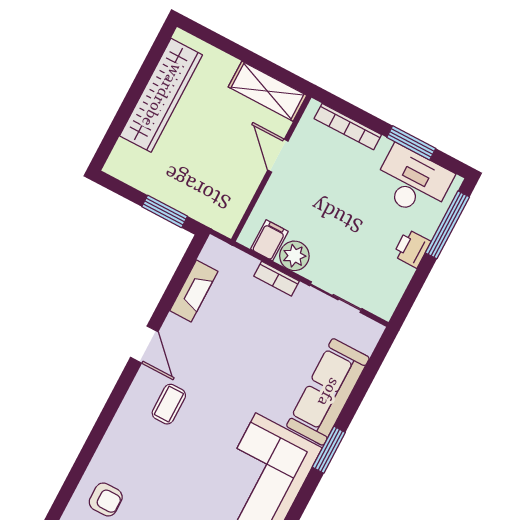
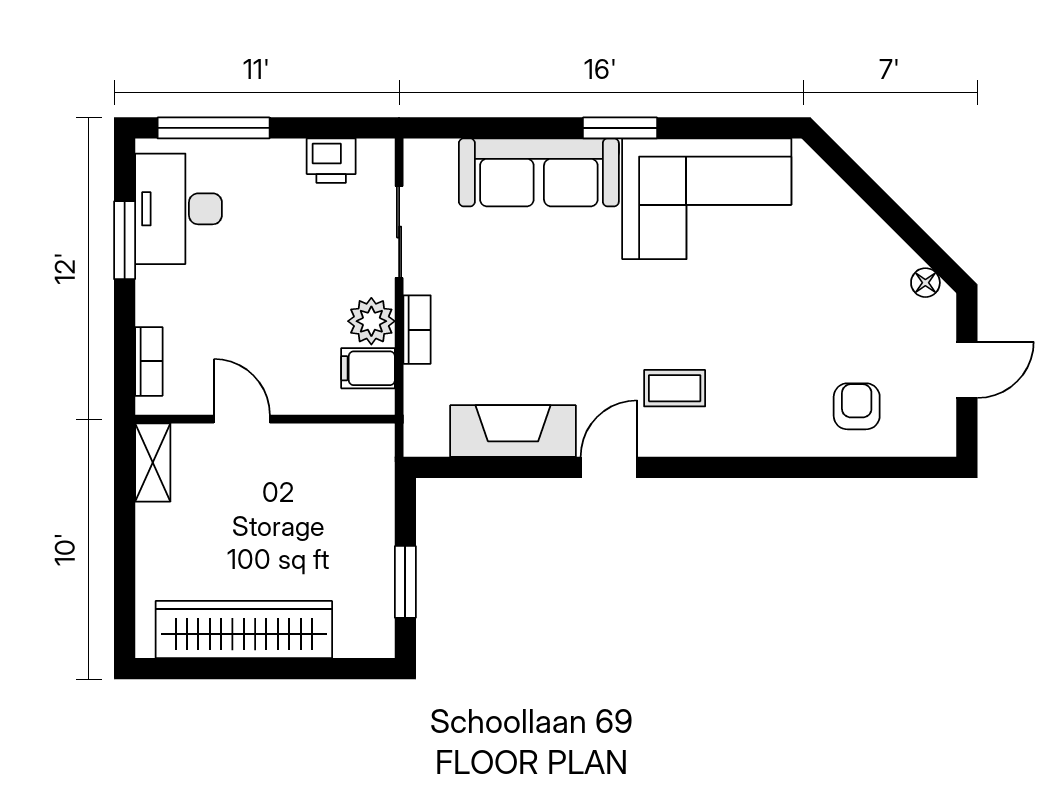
shelving: (267, 91) -> (153, 463), width x0.67, depth x0.75
bookcase: (348, 127) -> (149, 361), width x0.64
door: (278, 156) -> (242, 419), swing flipped
window: (165, 211) -> (405, 582), moved
printer: (412, 248) -> (331, 161), moved
fireplace: (194, 291) -> (513, 431), width x1.37, depth x1.32

